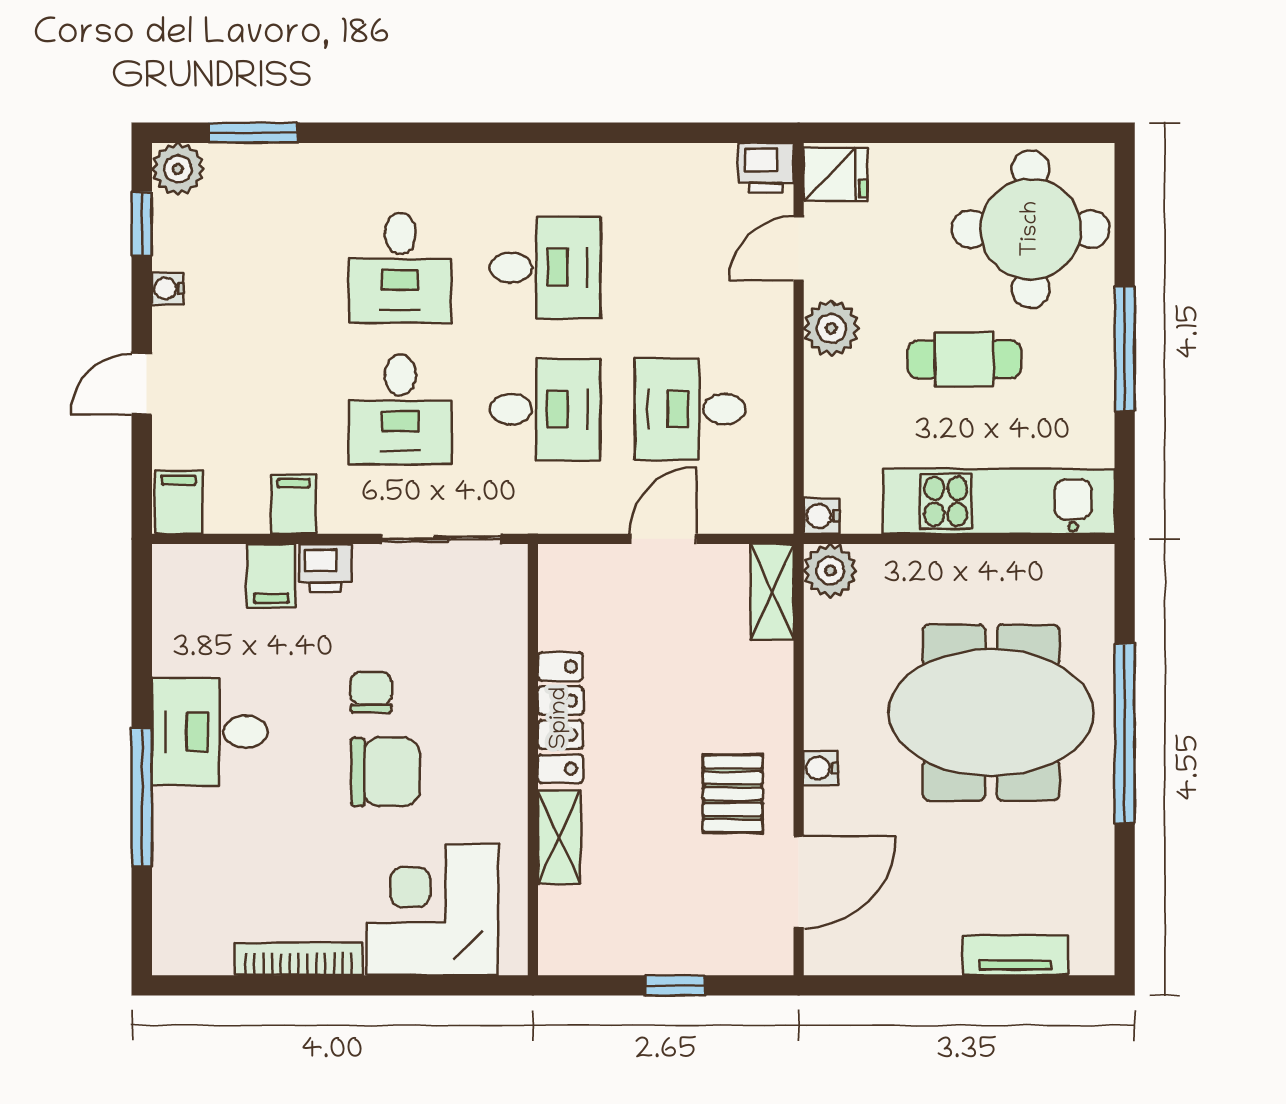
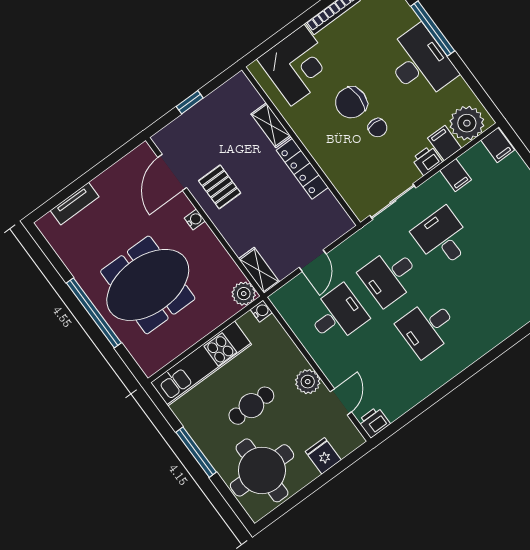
fridge: (835, 174) -> (323, 456), moved, turned 90
desk: (400, 268) -> (480, 289), removed
plant: (205, 582) -> (467, 123), added
desk: (210, 732) -> (420, 63), width x1.37

